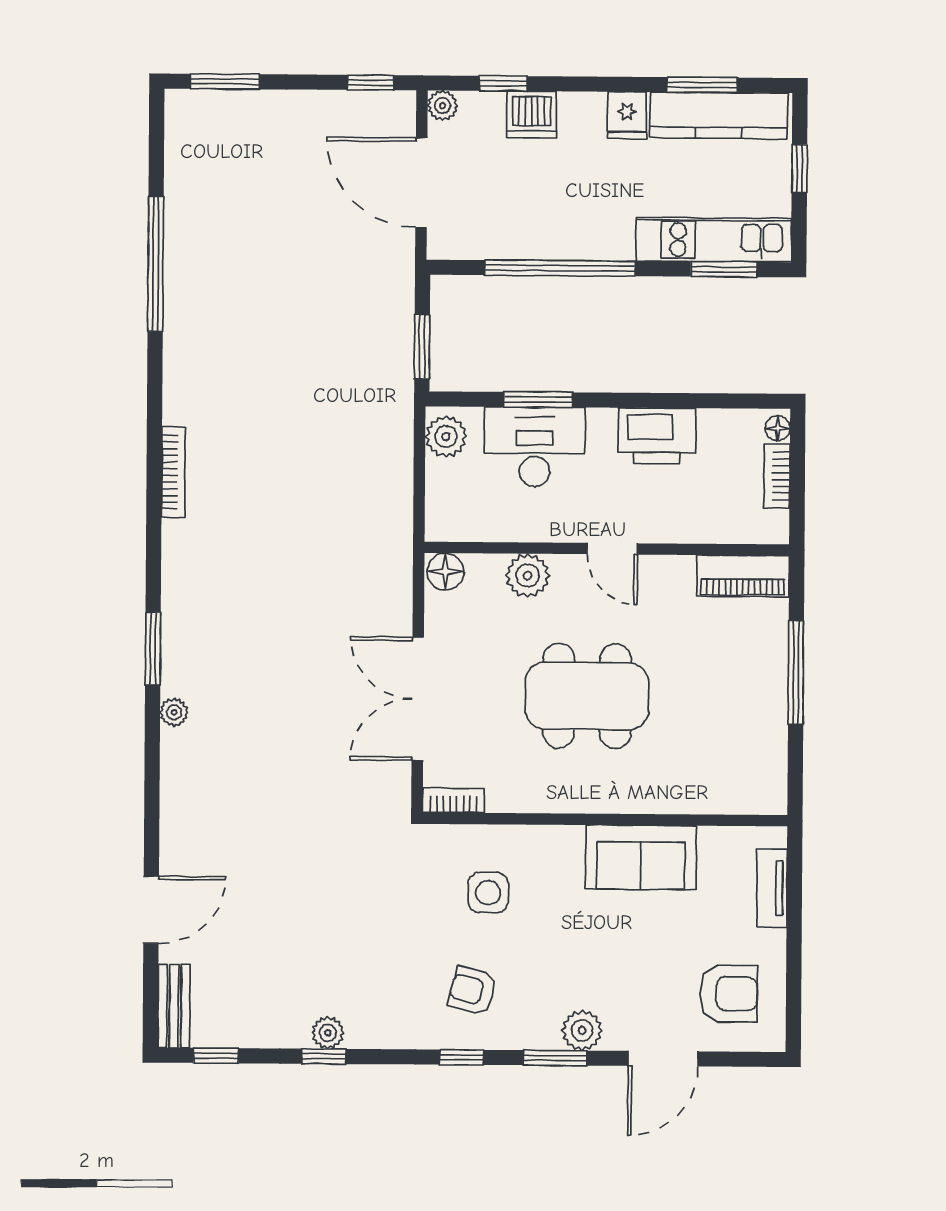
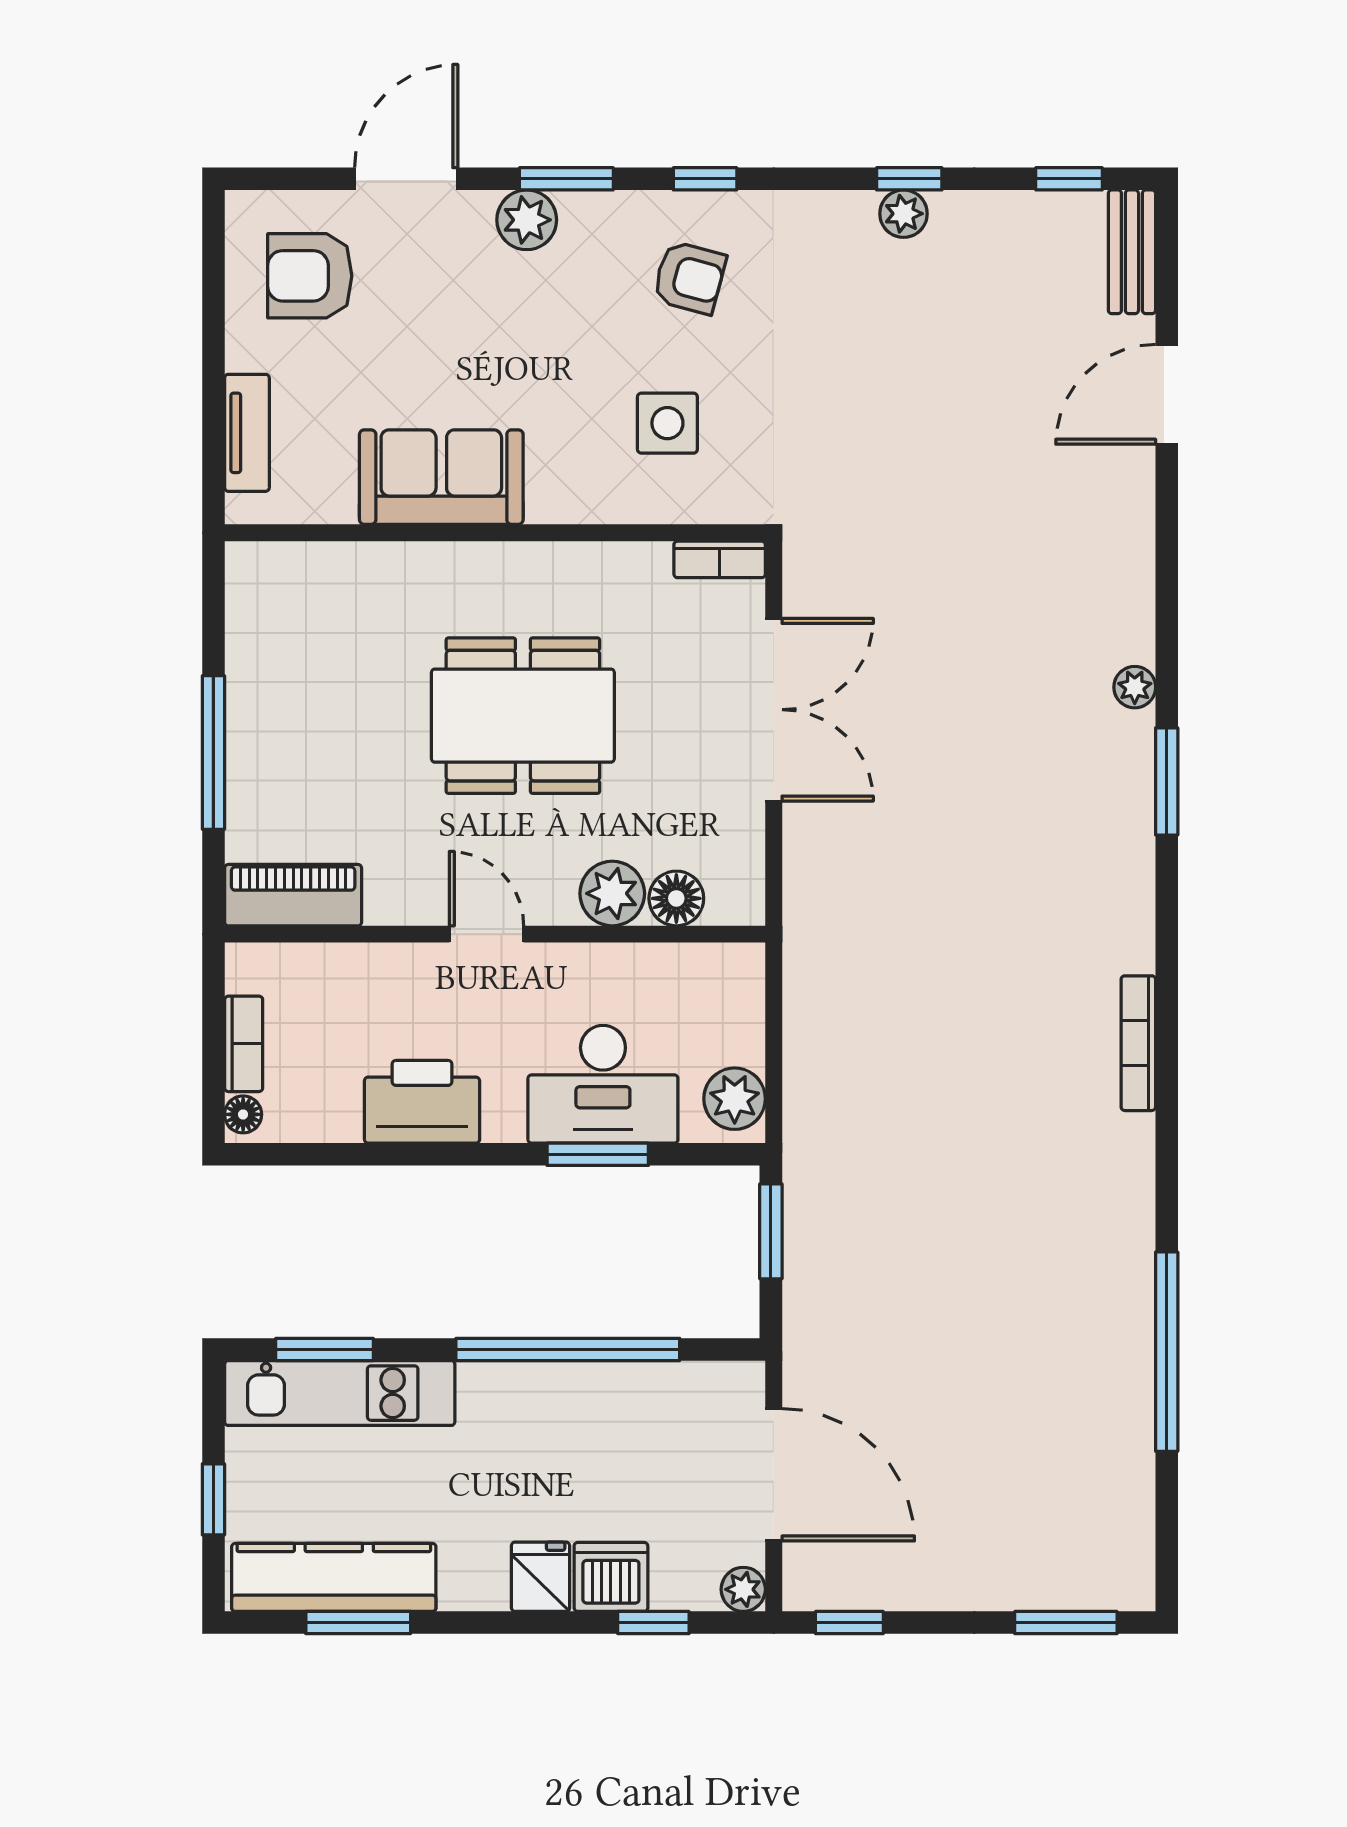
fridge: (627, 115) -> (541, 1577), moved
floor lamp: (446, 572) -> (676, 898), moved

